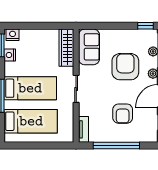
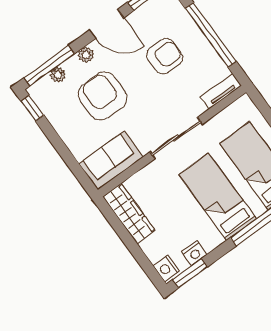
wardrobe: (66, 48) -> (129, 214), moved, turned -90
armchair: (125, 67) -> (103, 96), turned 90
sliding door: (76, 89) -> (176, 138), width x1.37

